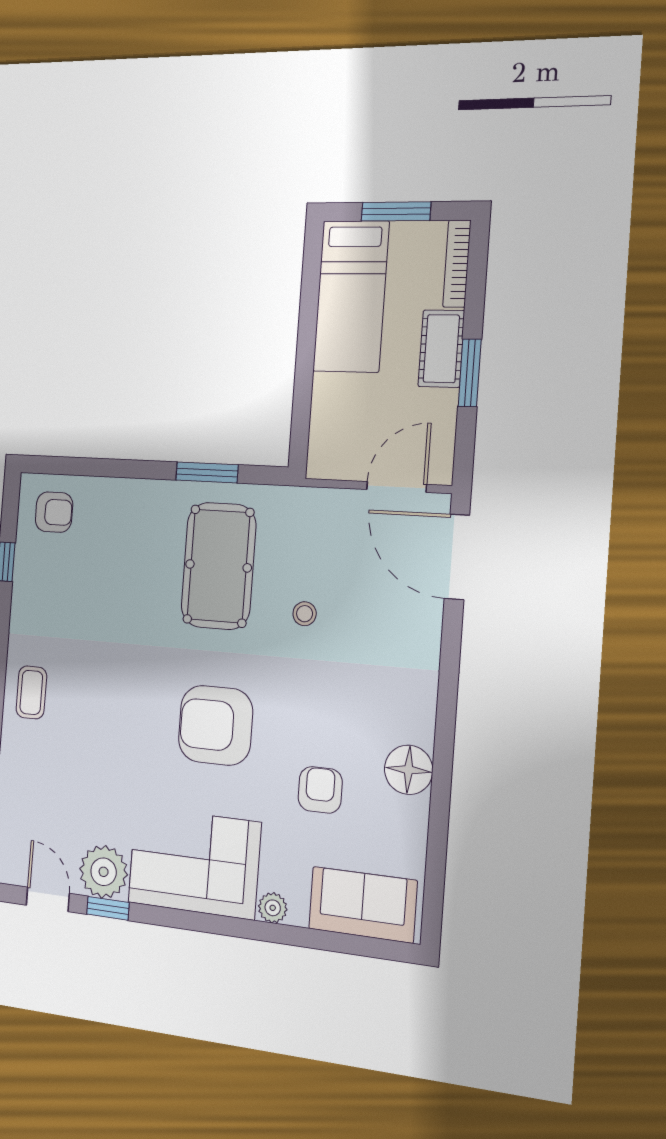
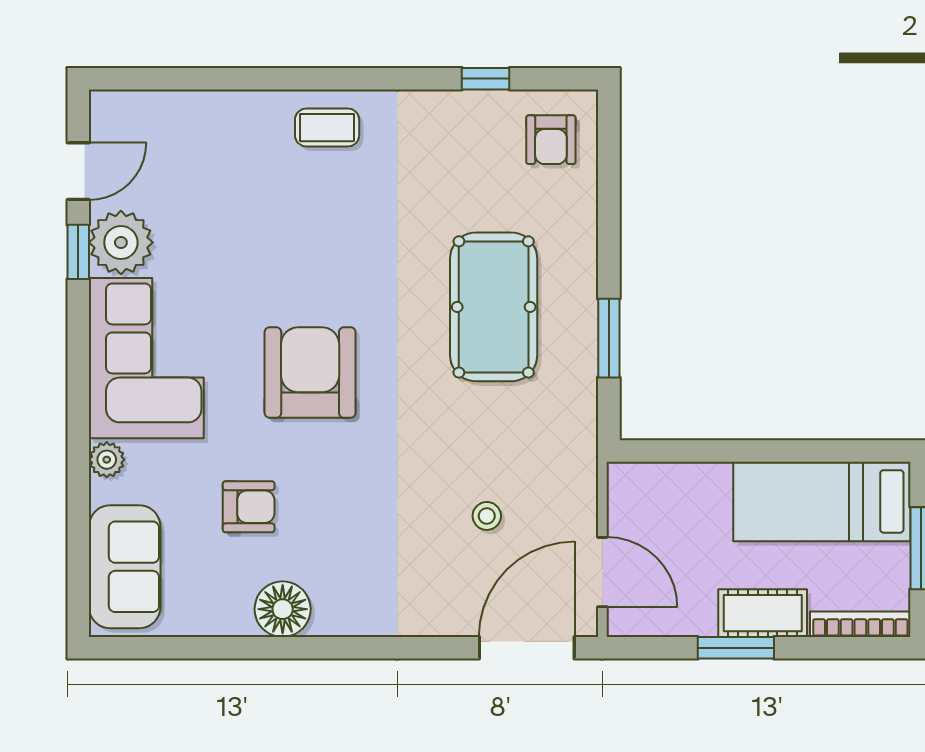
pool table: (218, 566) -> (494, 307), moved, turned 90
stool: (305, 614) -> (487, 516), moved

